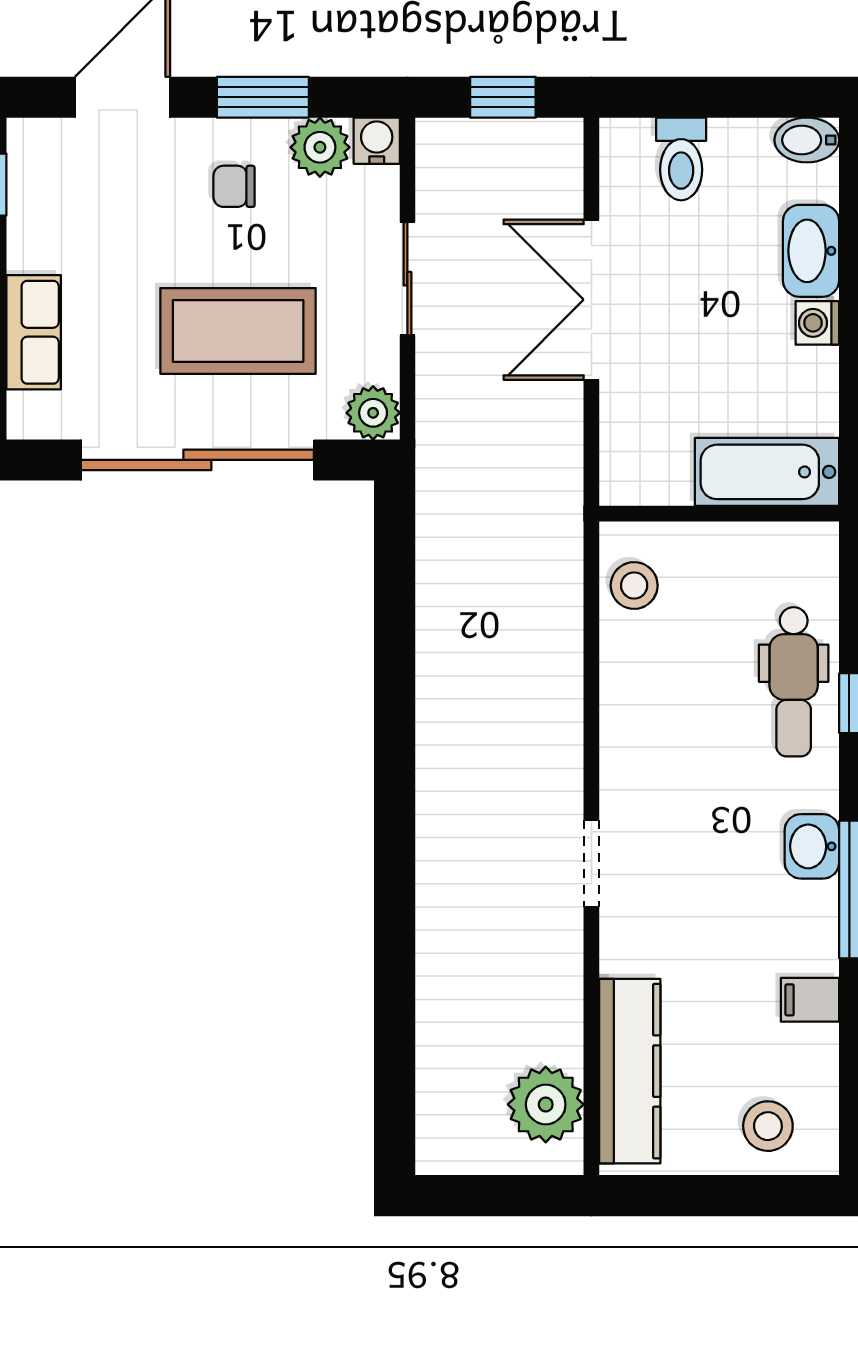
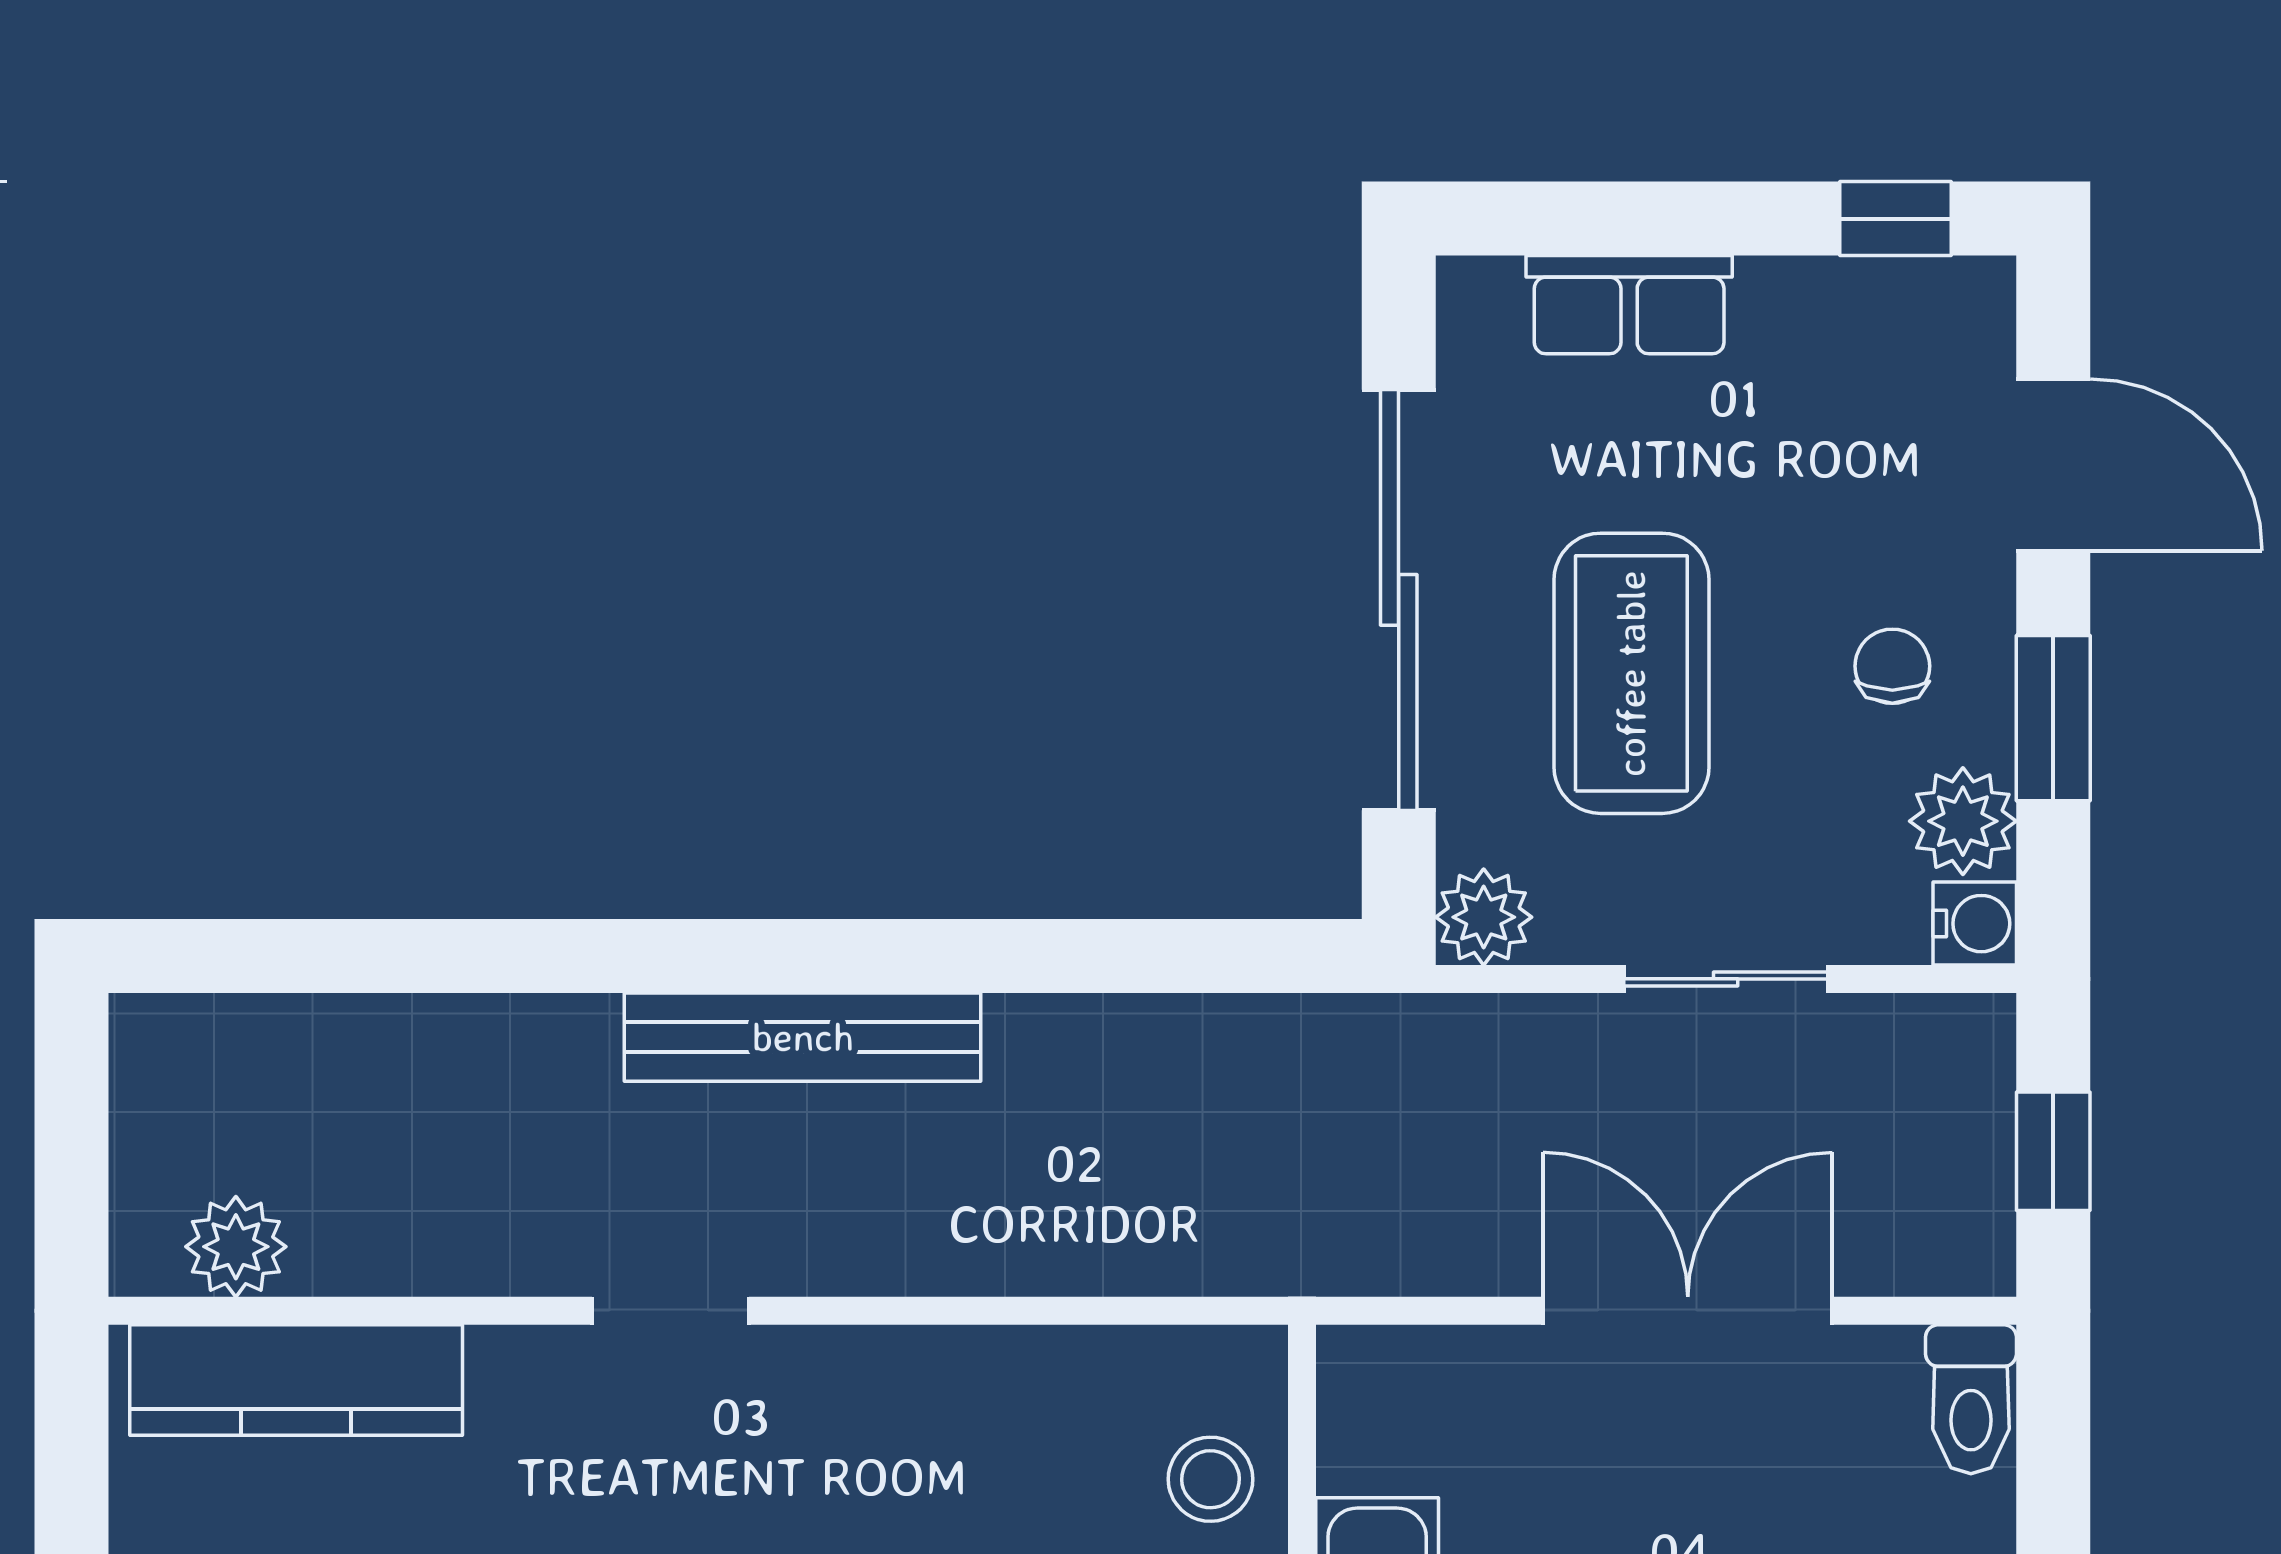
toilet: (681, 159) -> (1971, 1399), moved, turned -90
stool: (634, 585) -> (1210, 1479), moved
bench: (440, 790) -> (803, 1037), added
plant: (546, 1104) -> (236, 1247), width x0.73, depth x0.73

